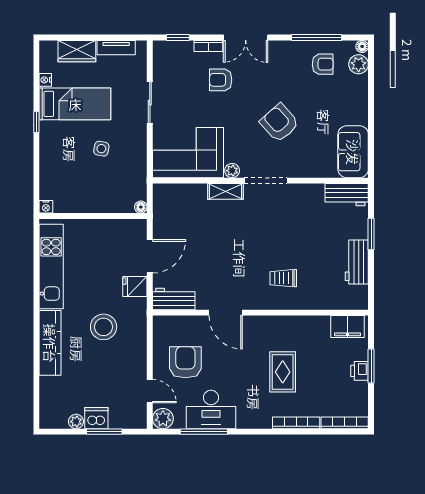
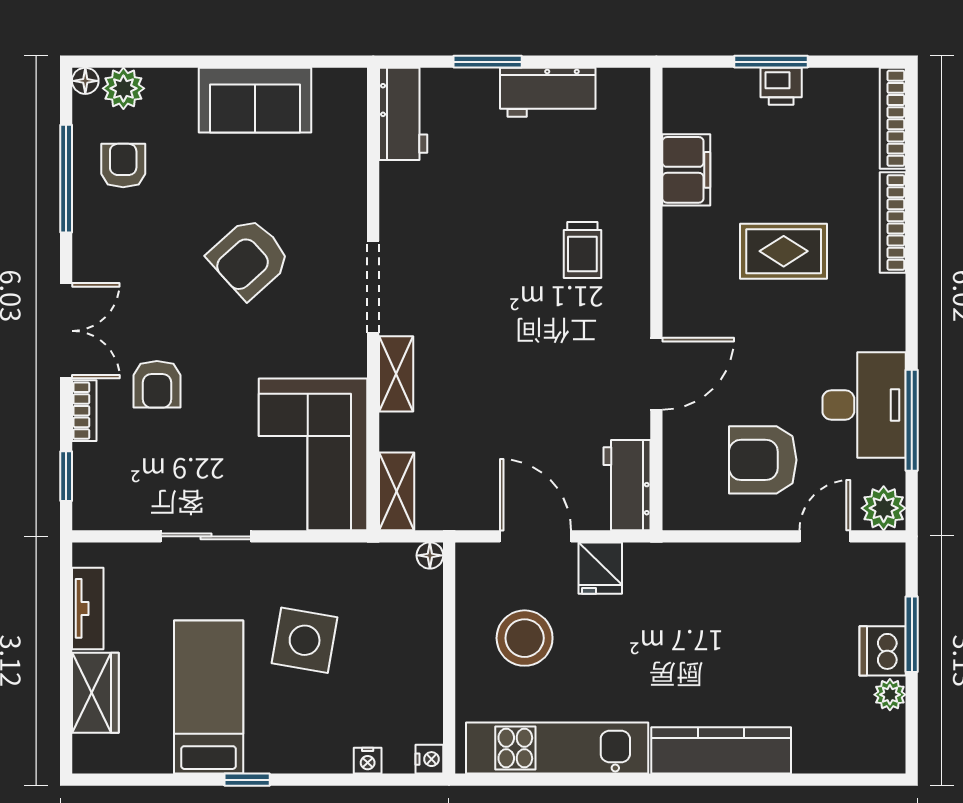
nightstand: (45, 80) -> (368, 761), moved
side table: (101, 149) -> (305, 640), width x1.87, depth x1.87
sofa: (353, 152) -> (255, 100), moved
plant: (232, 171) -> (352, 360), removed
shelving: (171, 192) -> (397, 491), added
stool: (104, 327) -> (525, 638), moved
filing cabinet: (348, 327) -> (686, 170), moved

